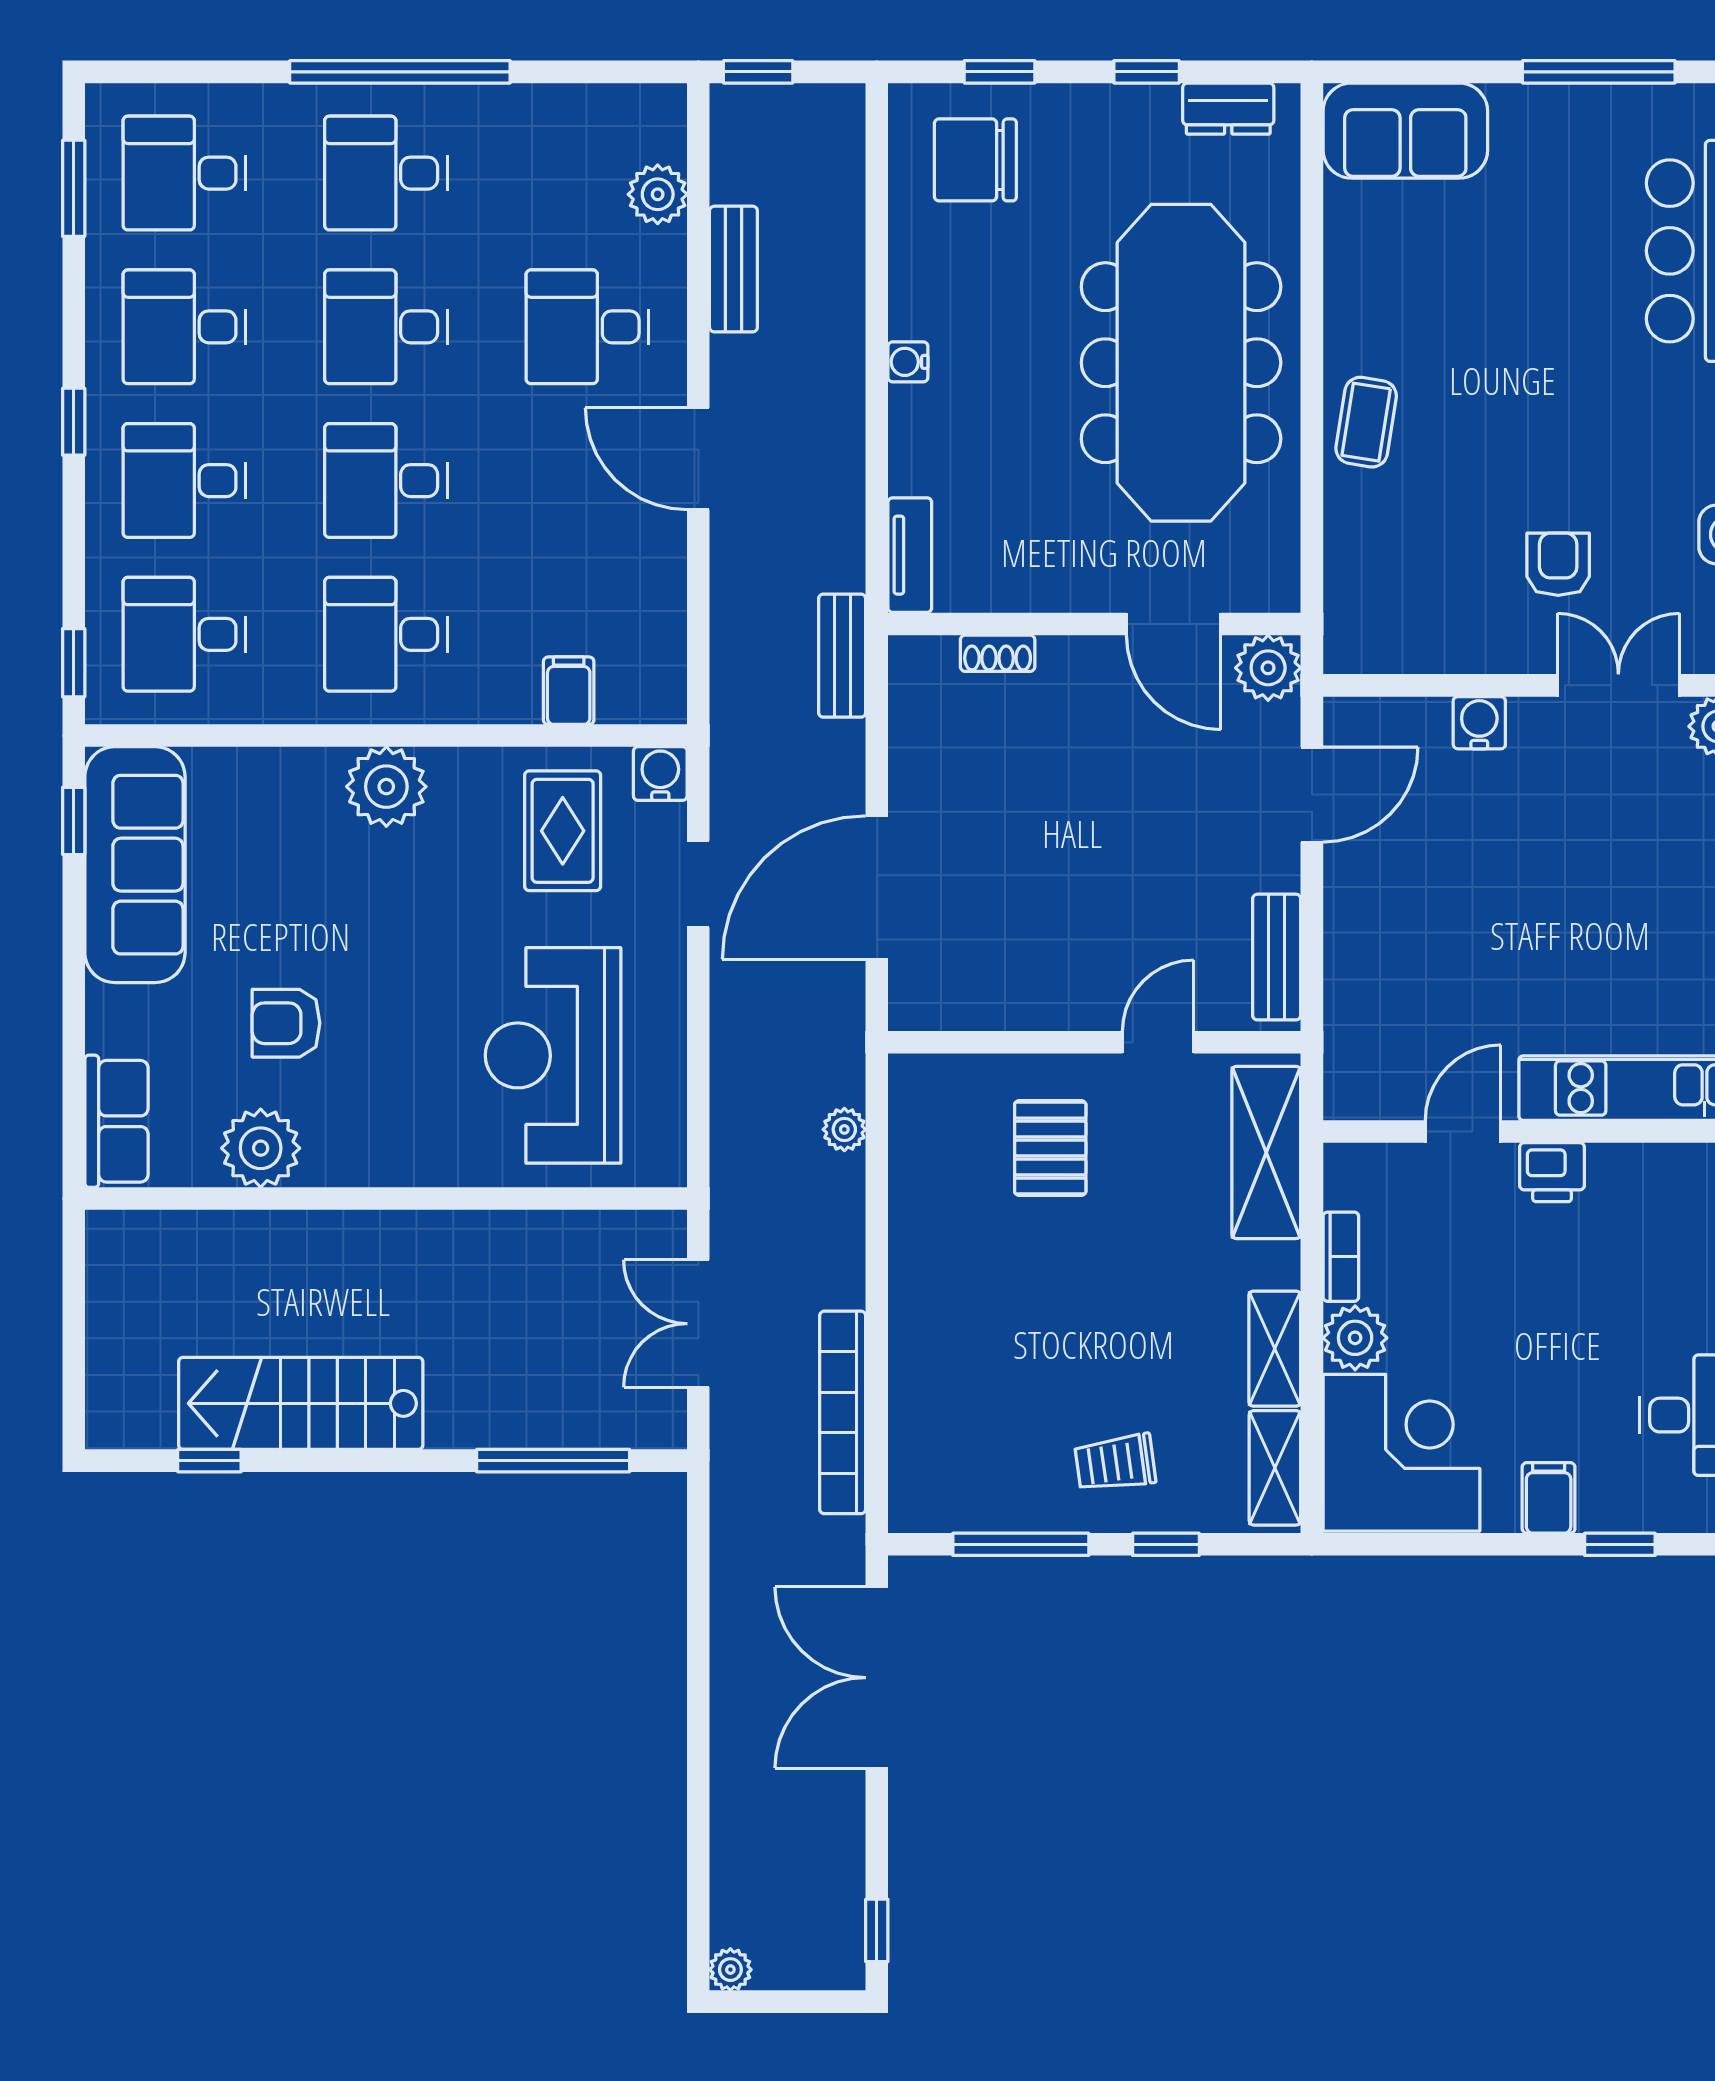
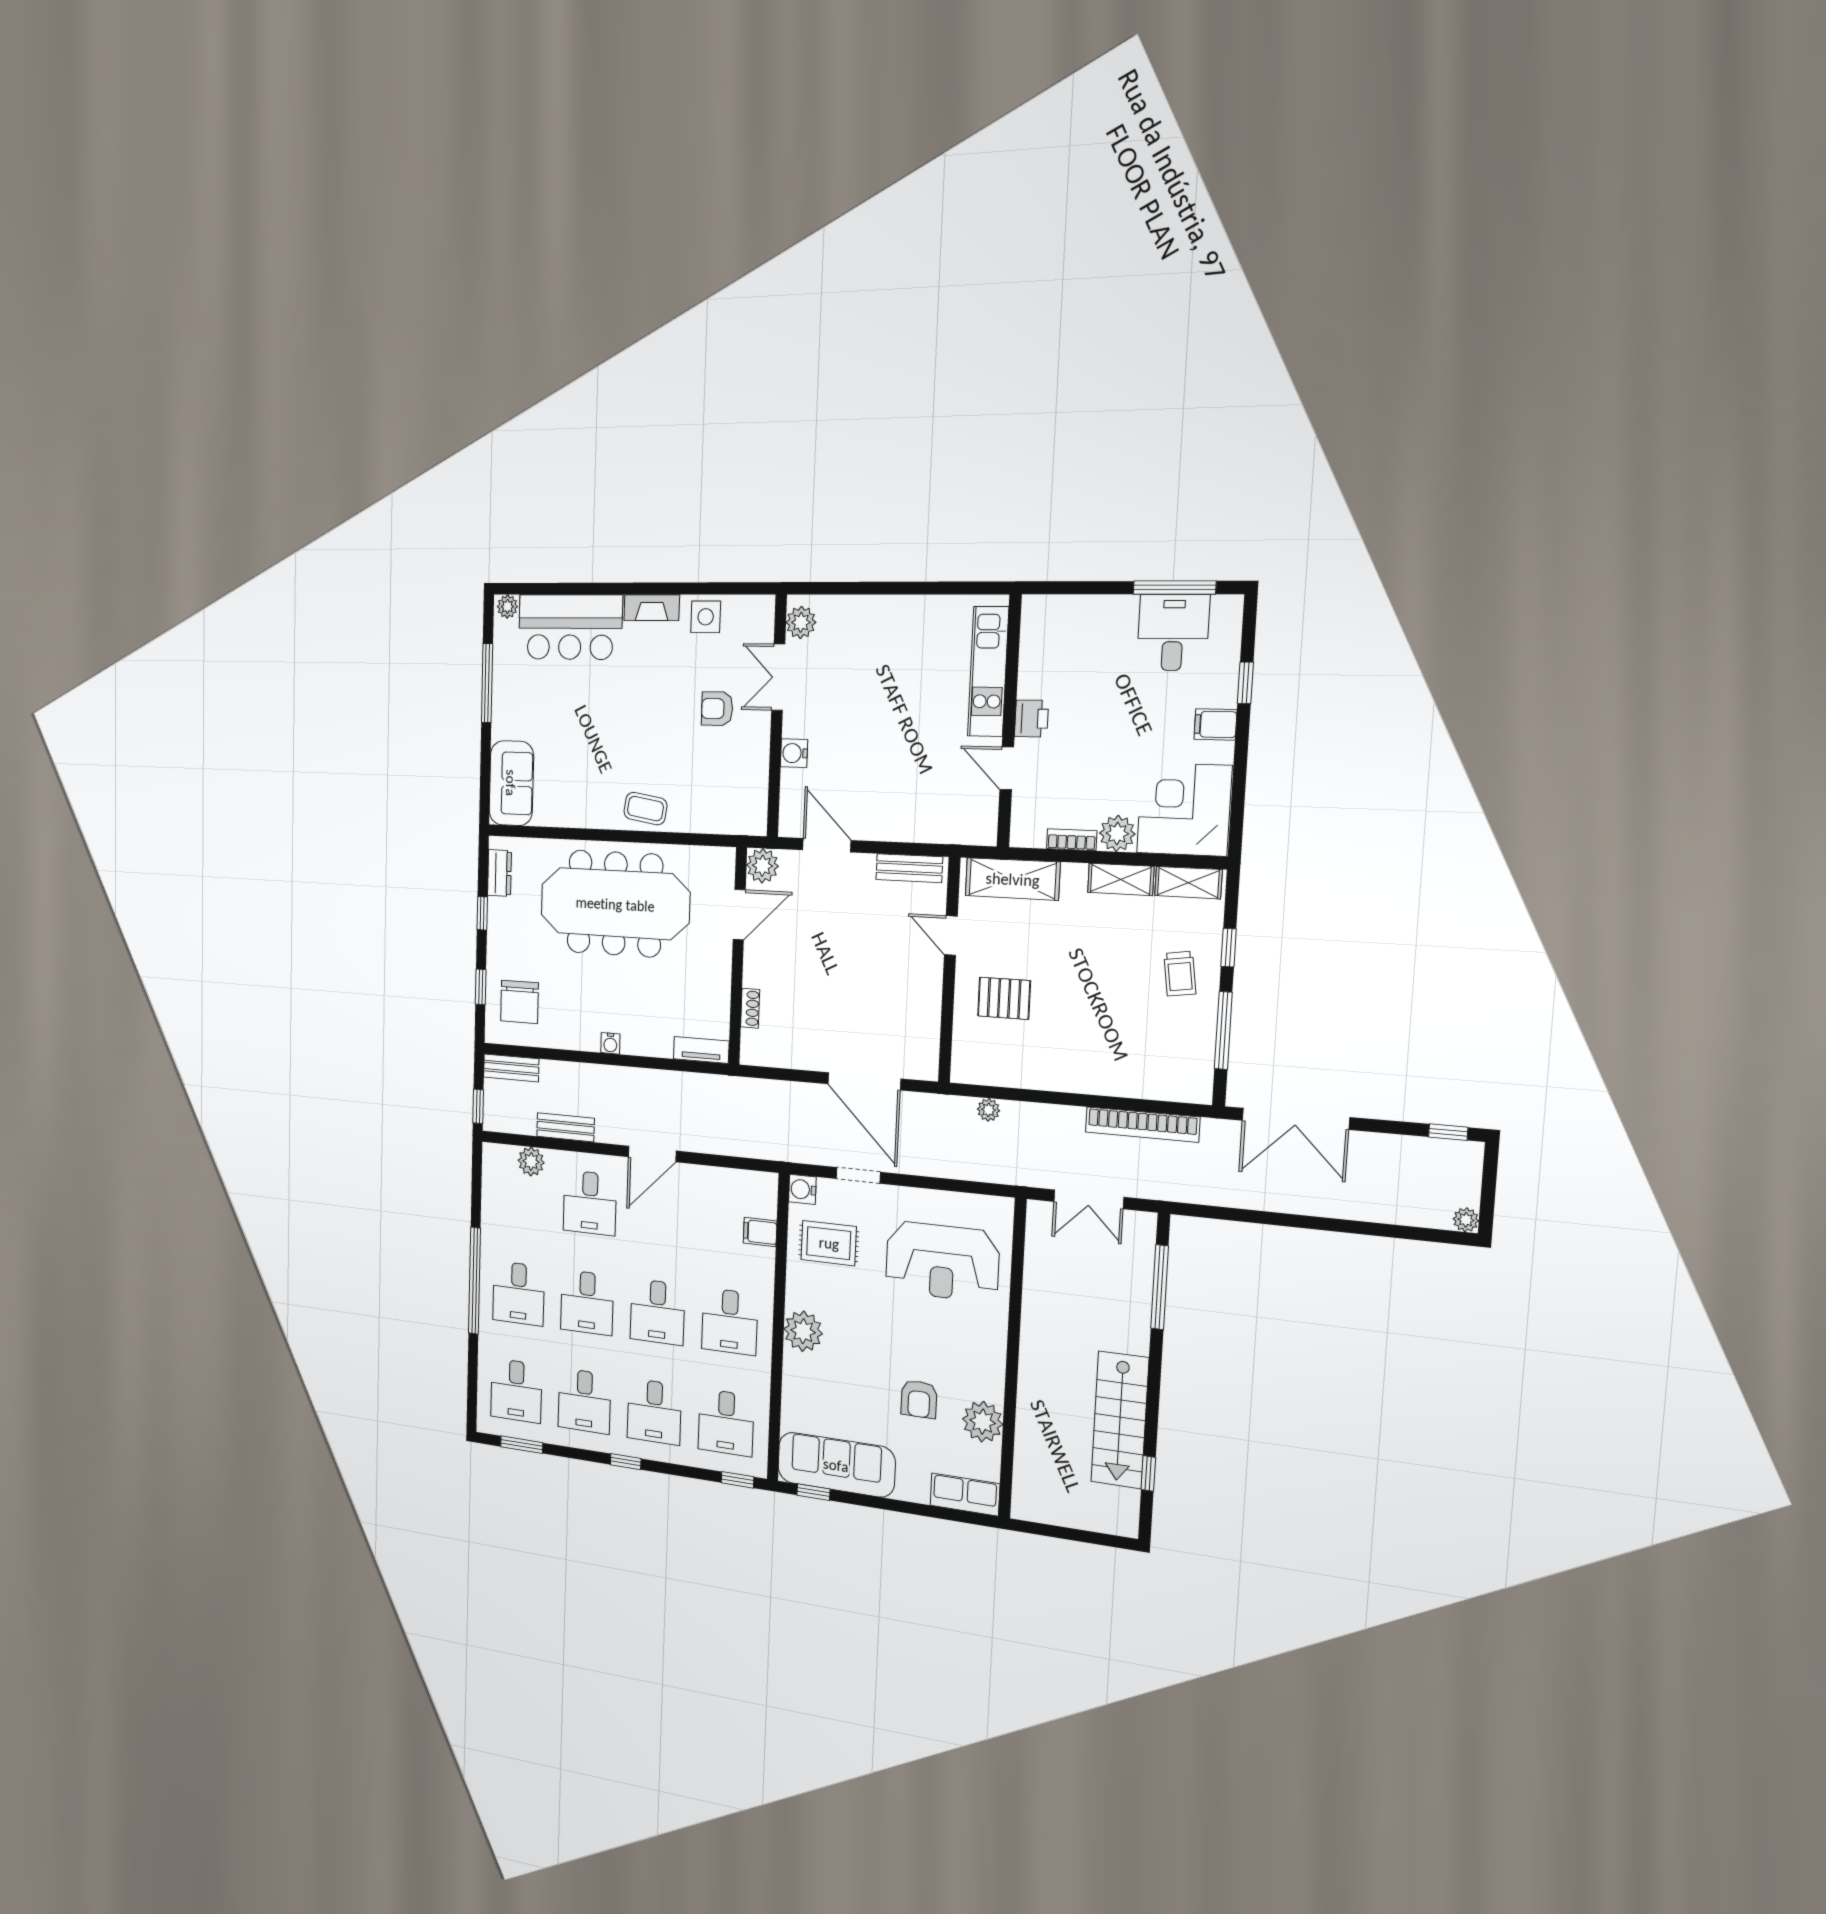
bench: (842, 656) -> (511, 1068), moved

